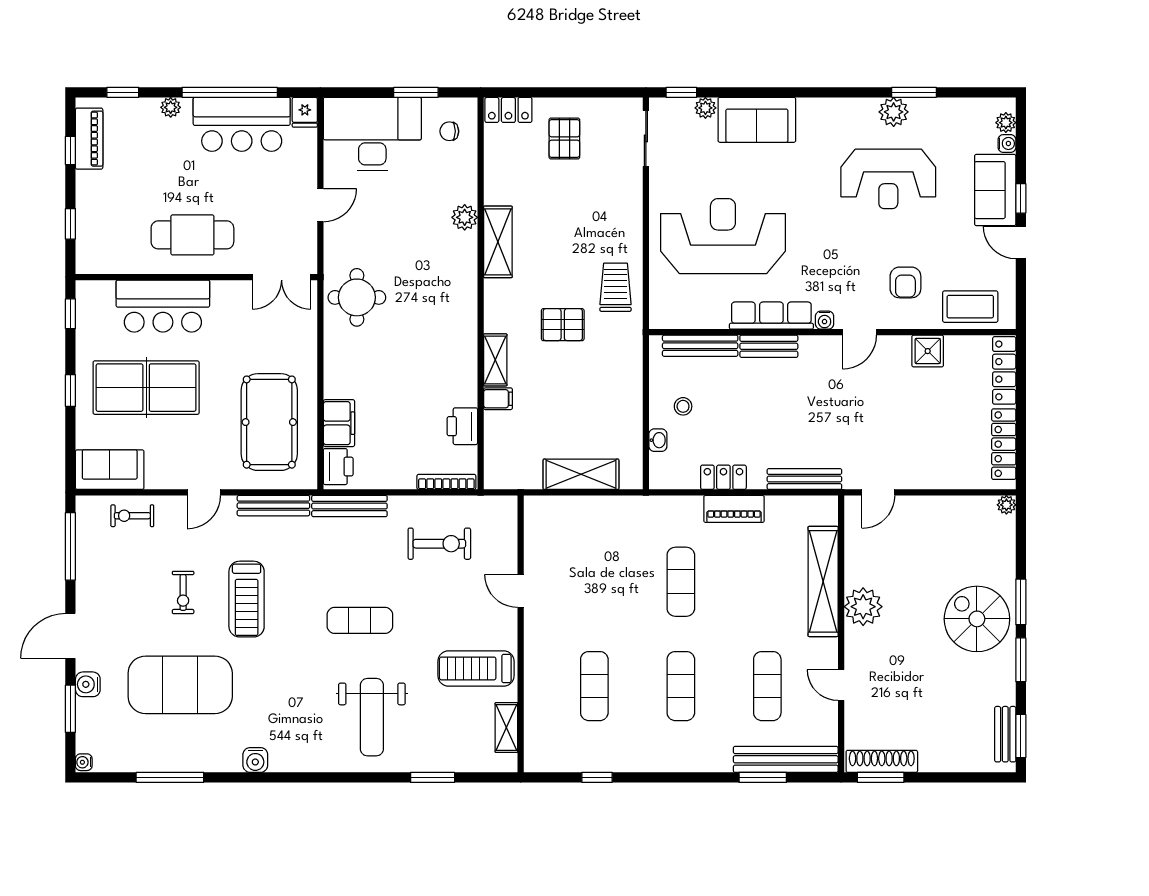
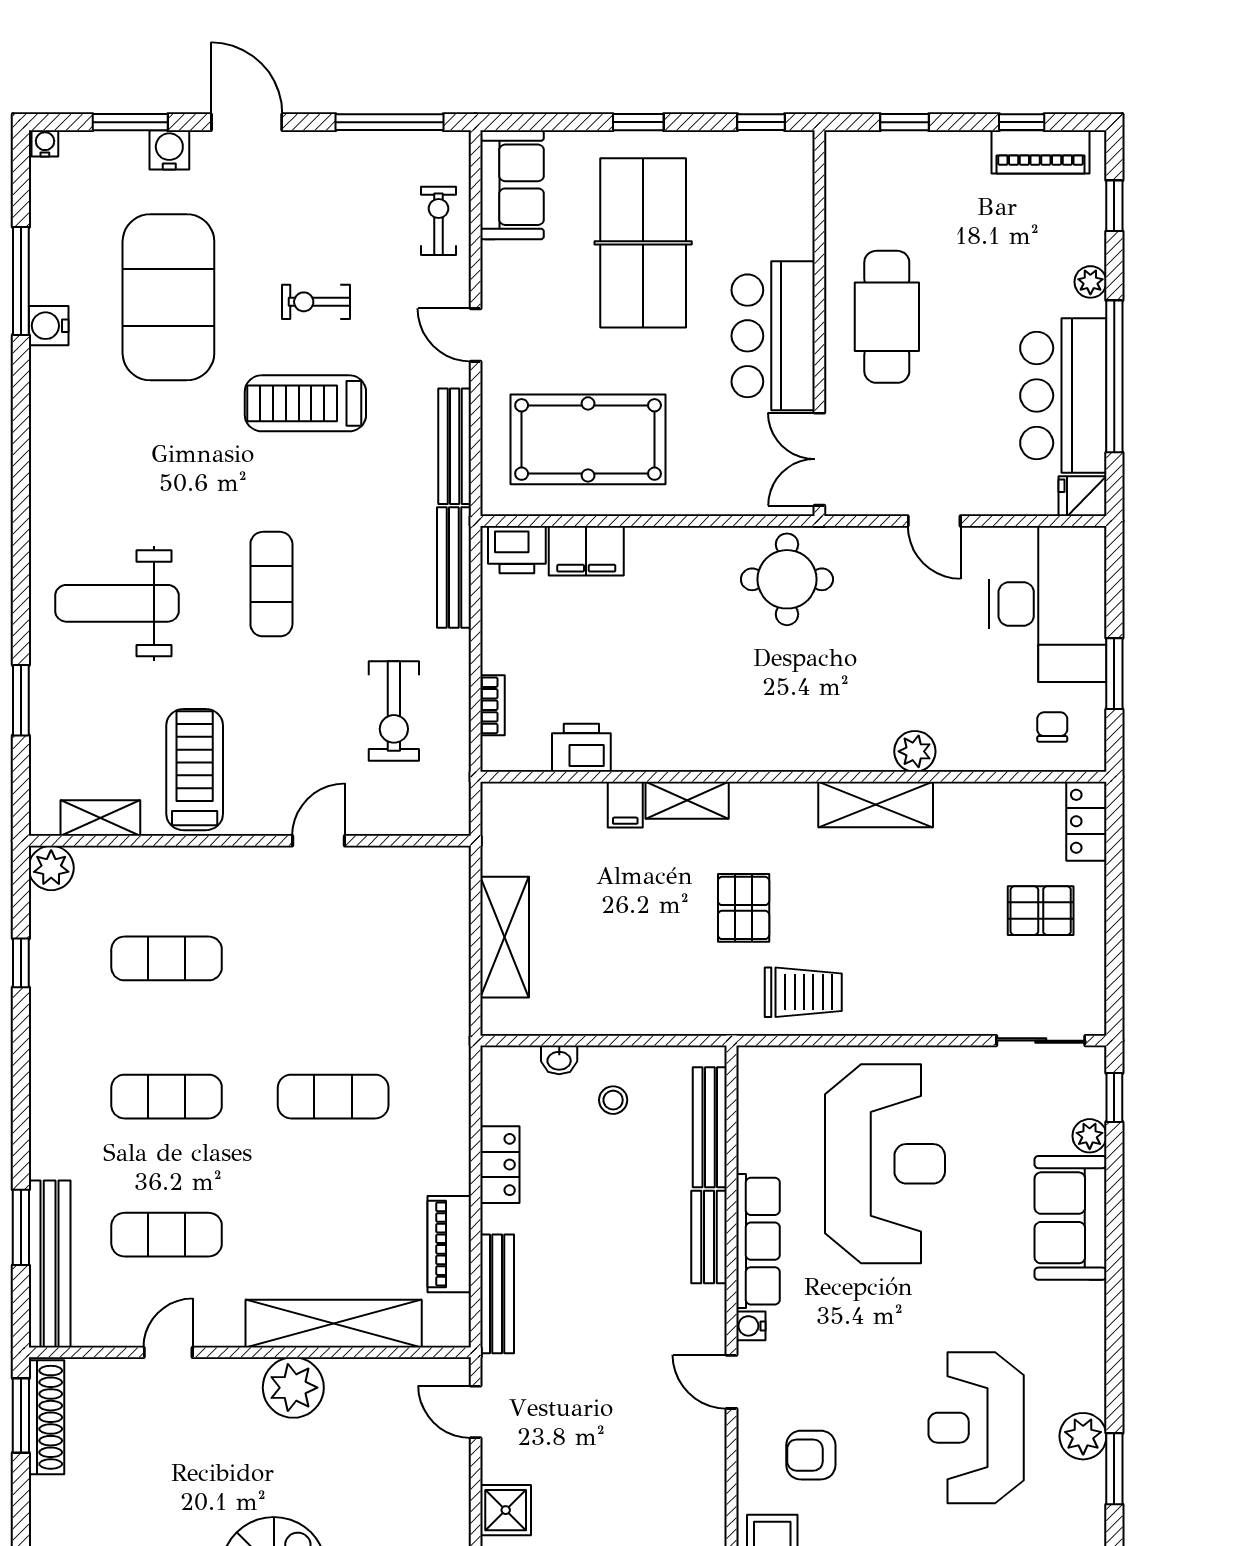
bar counter: (163, 306) -> (773, 336), moved
shower: (928, 351) -> (506, 1510), moved
bookcase: (446, 482) -> (492, 705), width x0.64
piano: (734, 509) -> (449, 1244), moved
plant: (538, 758) -> (51, 868), added
water cooler: (255, 760) -> (49, 326), moved

